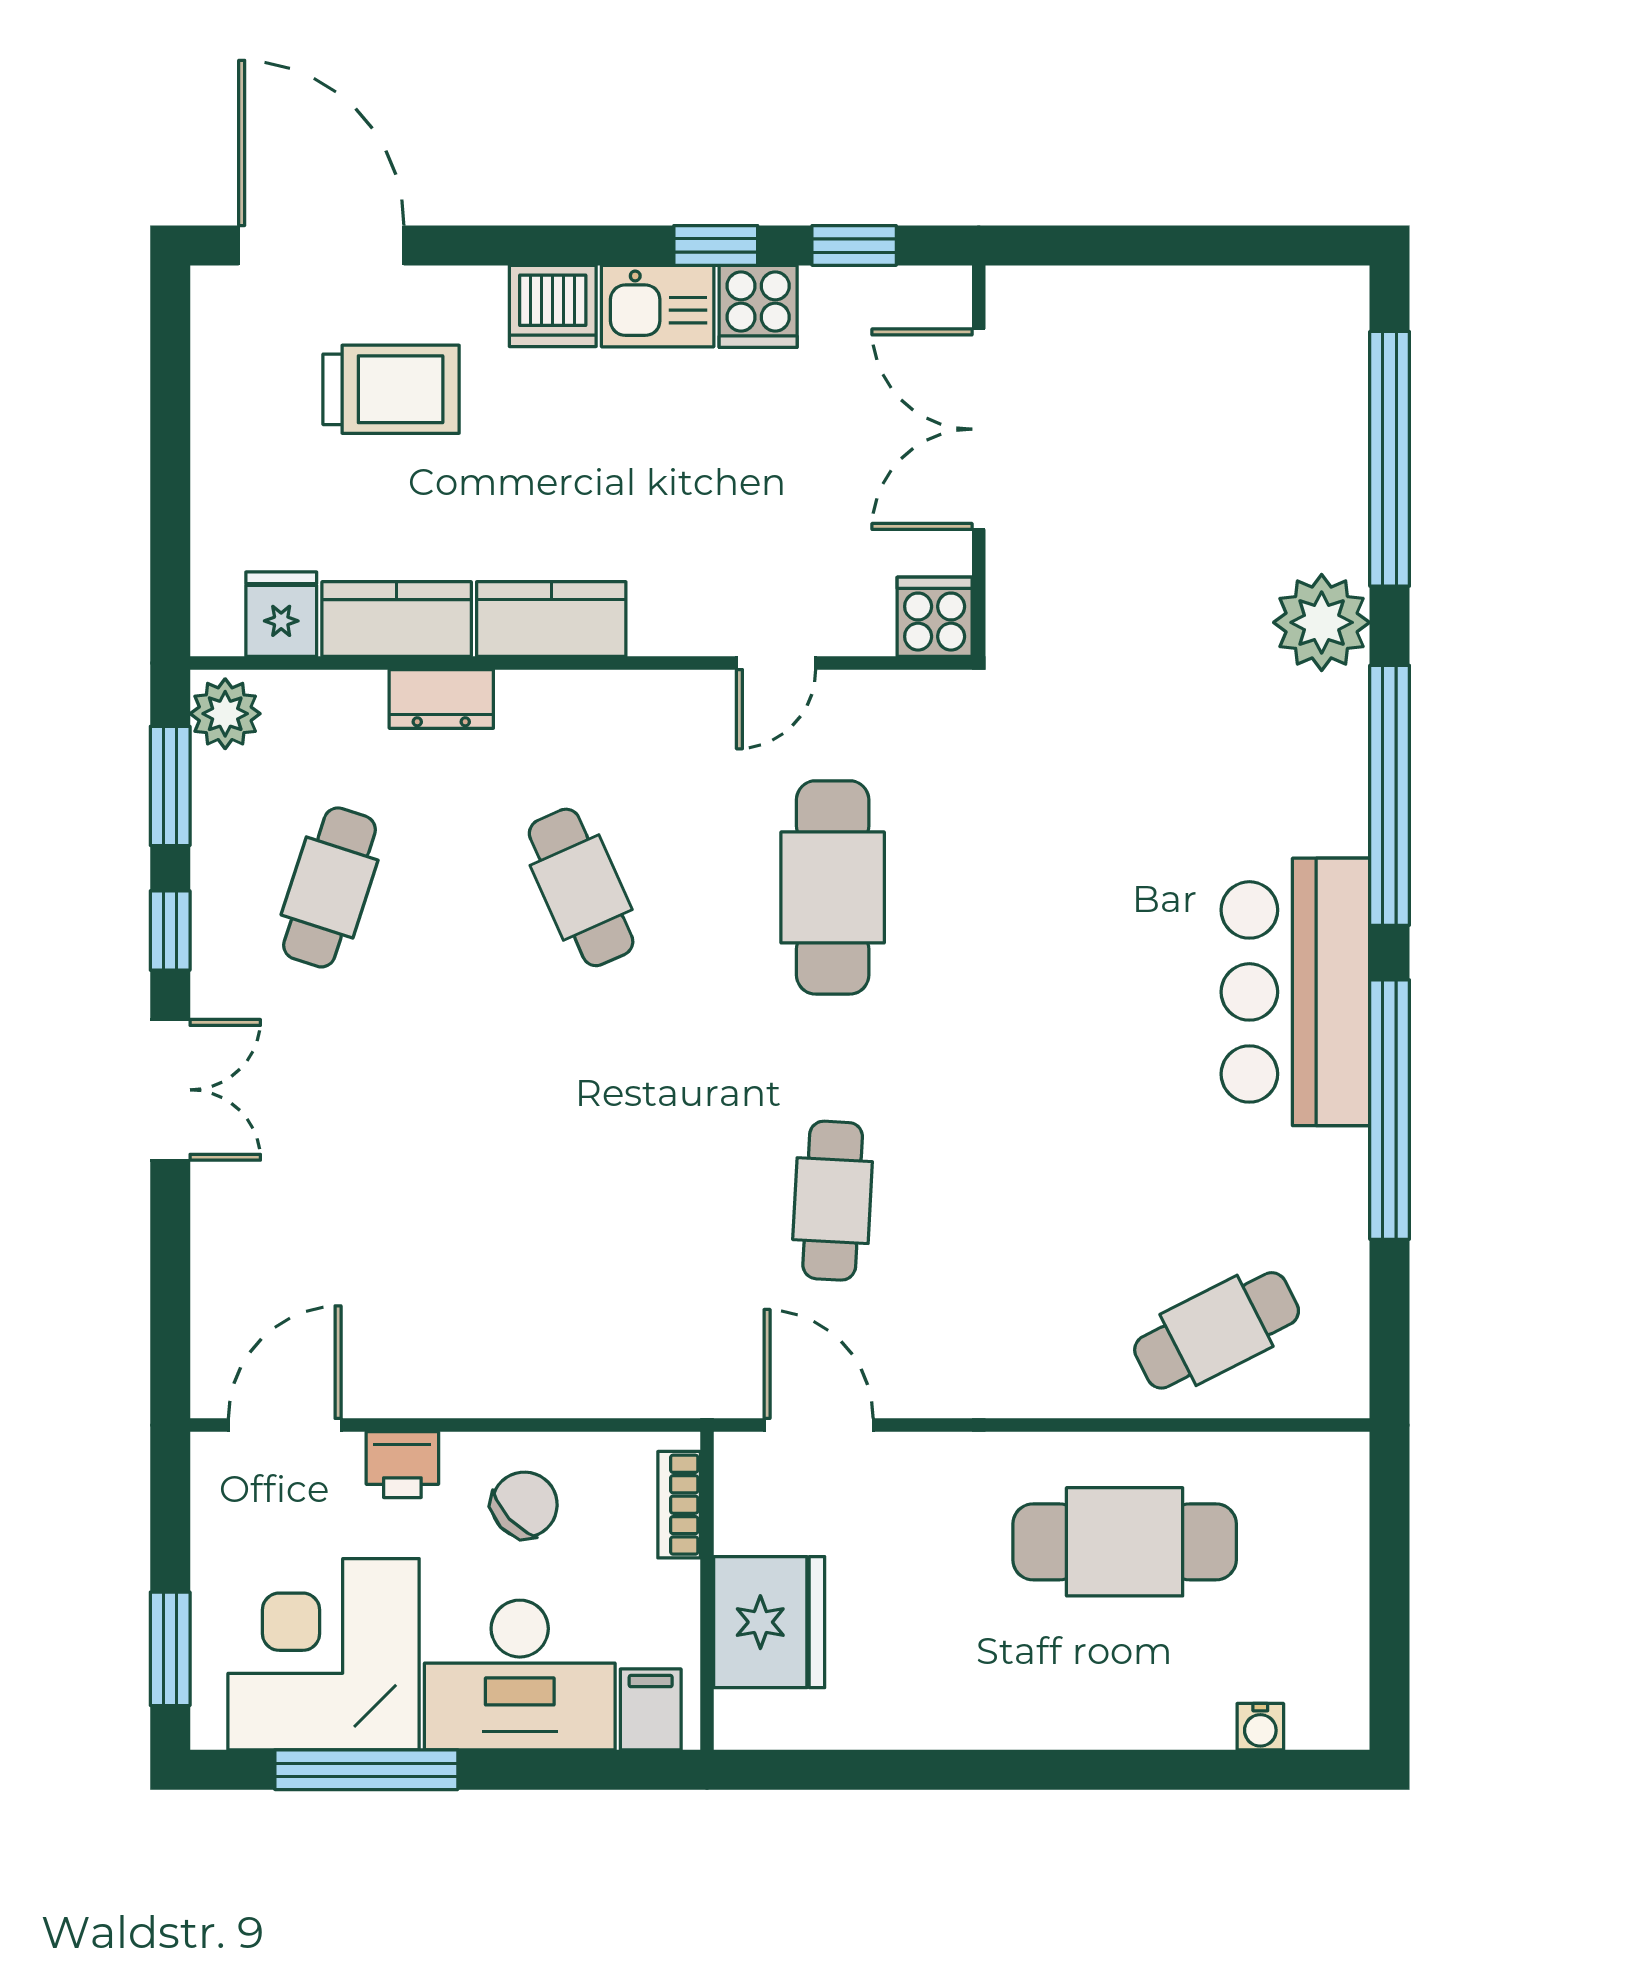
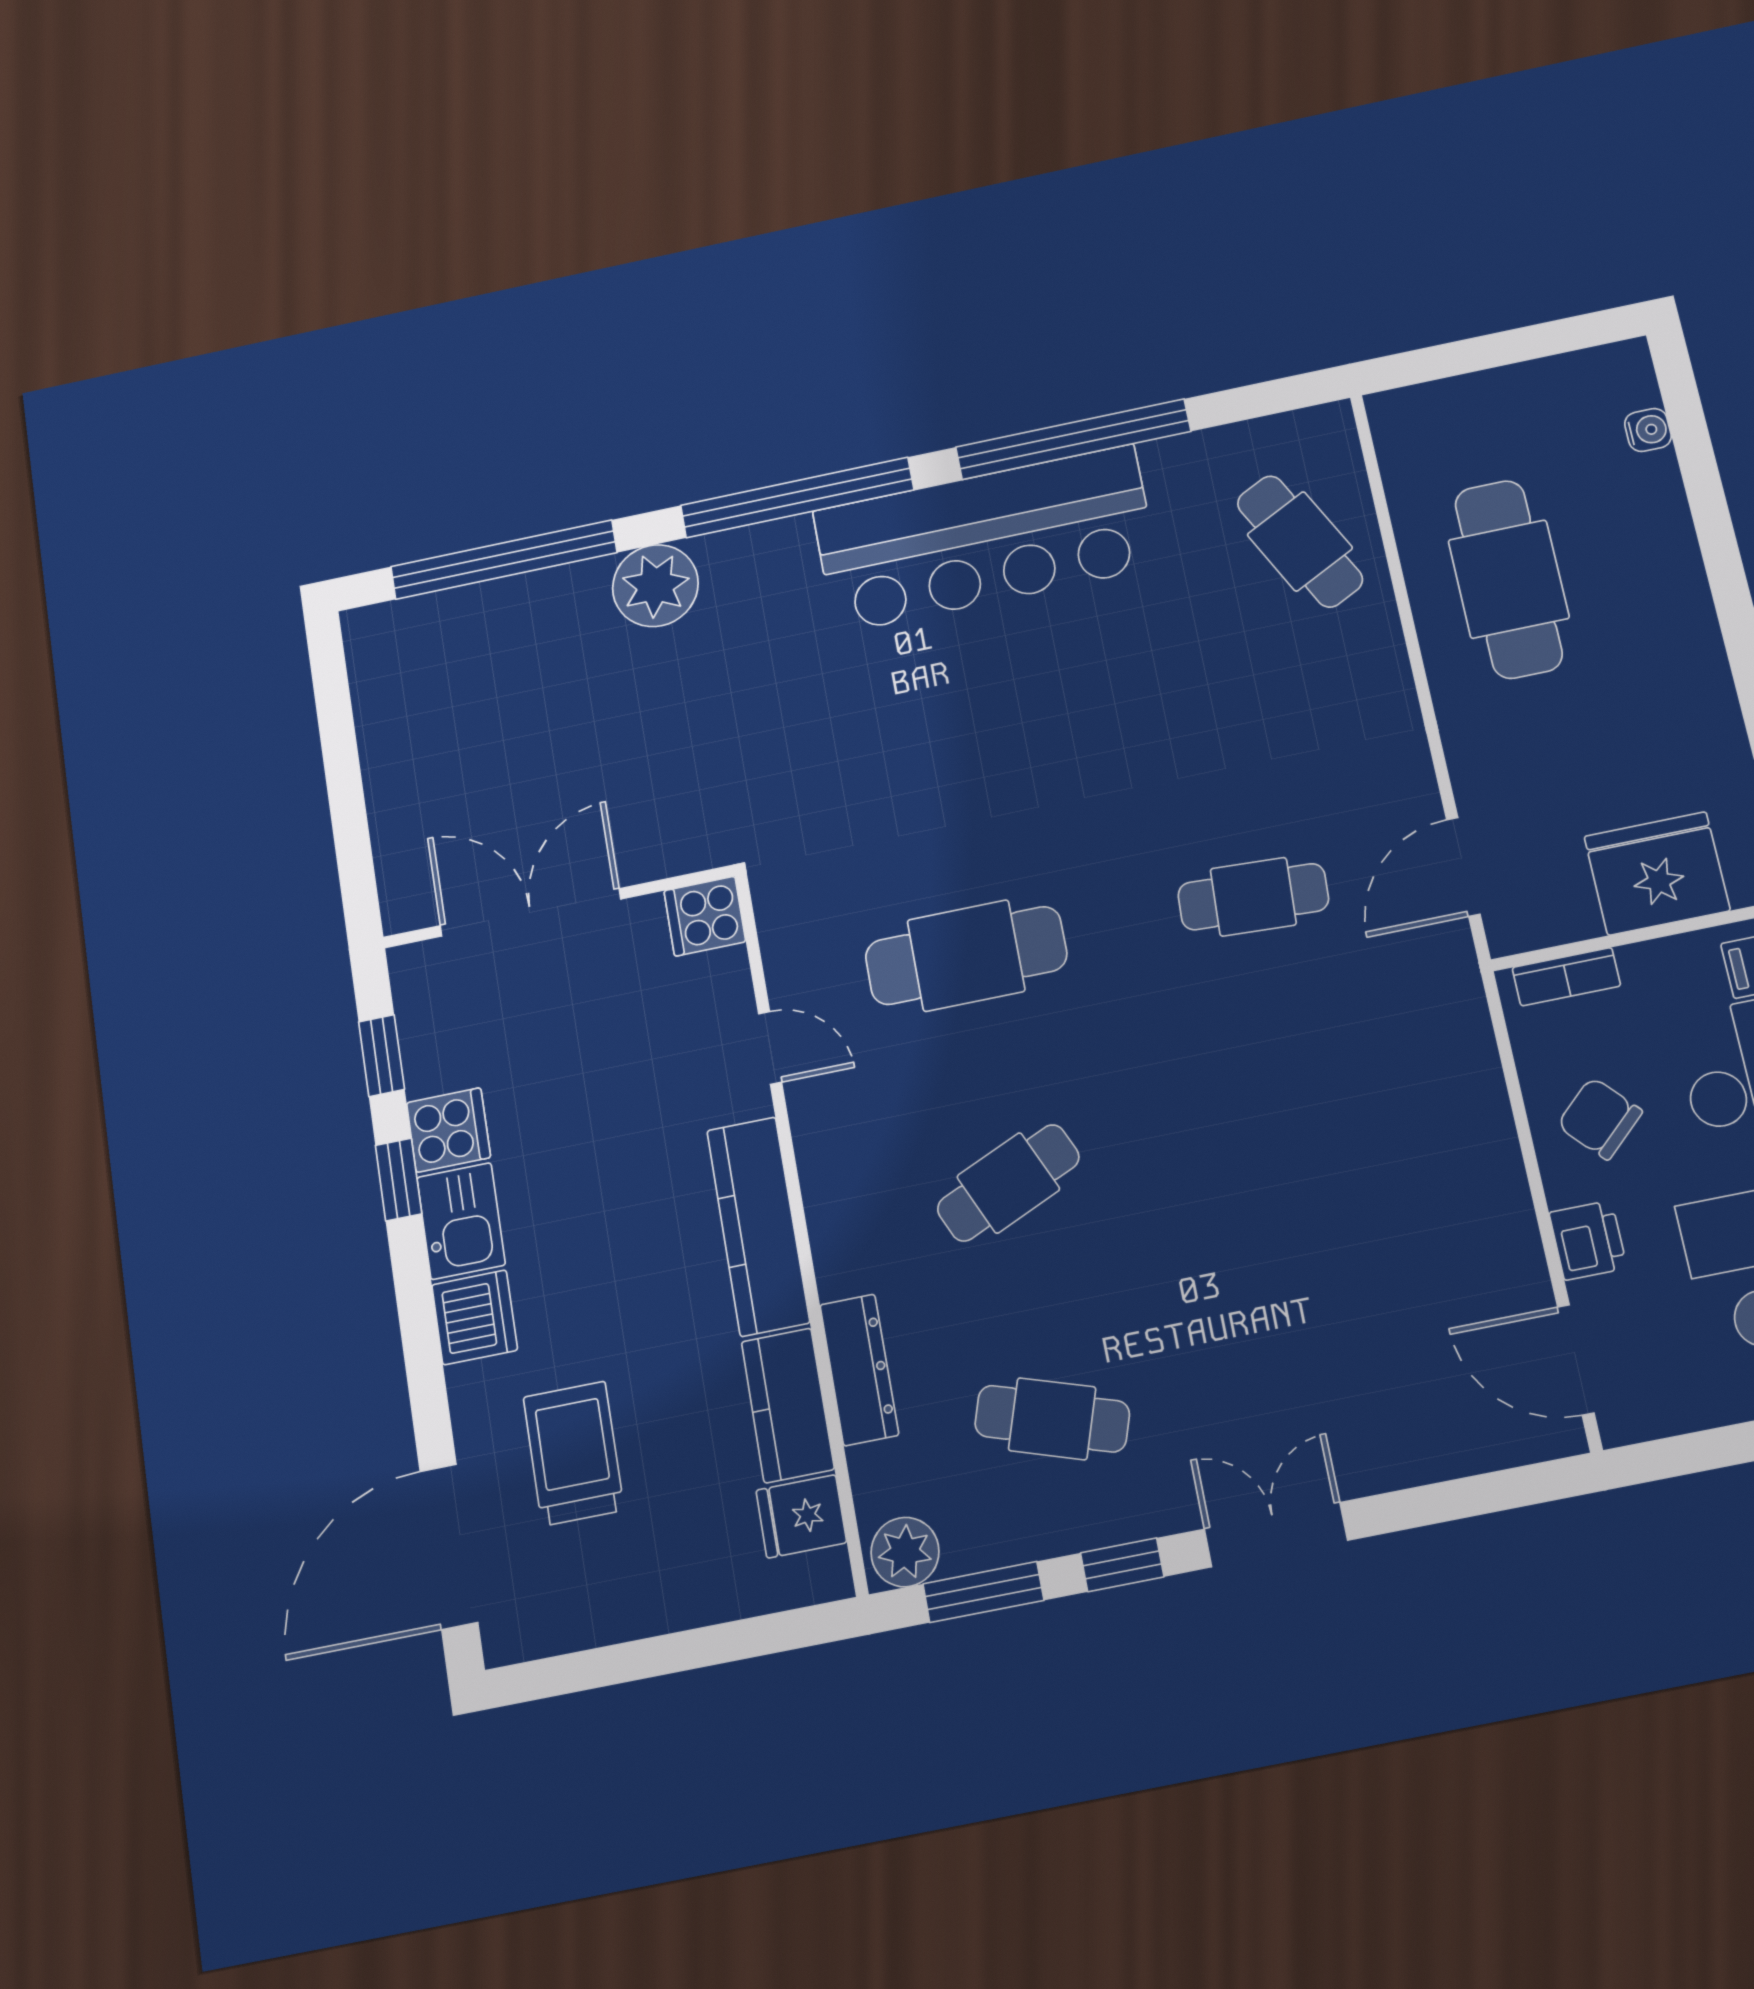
double door: (979, 429) -> (530, 912), swing flipped
kitchen counter: (551, 619) -> (758, 1226), width x1.50
dresser: (441, 699) -> (859, 1370), width x1.44
bar counter: (1295, 992) -> (985, 539), width x1.36

